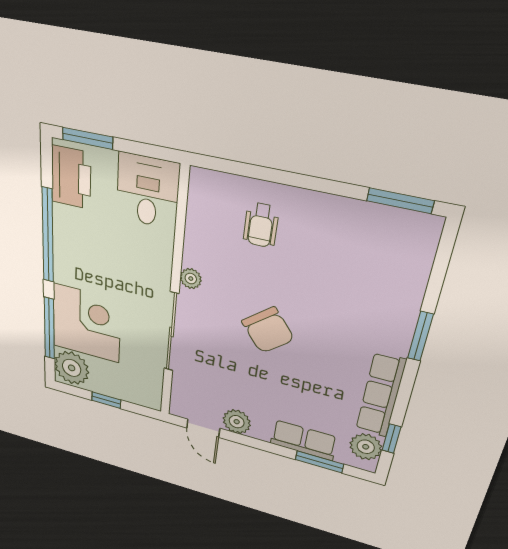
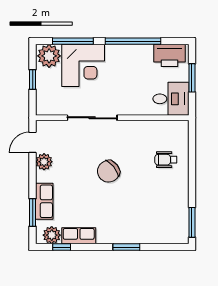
window: (88, 138) -> (192, 78), moved
plant: (191, 279) -> (128, 126), removed
row of seats: (381, 395) -> (79, 236), width x0.68

